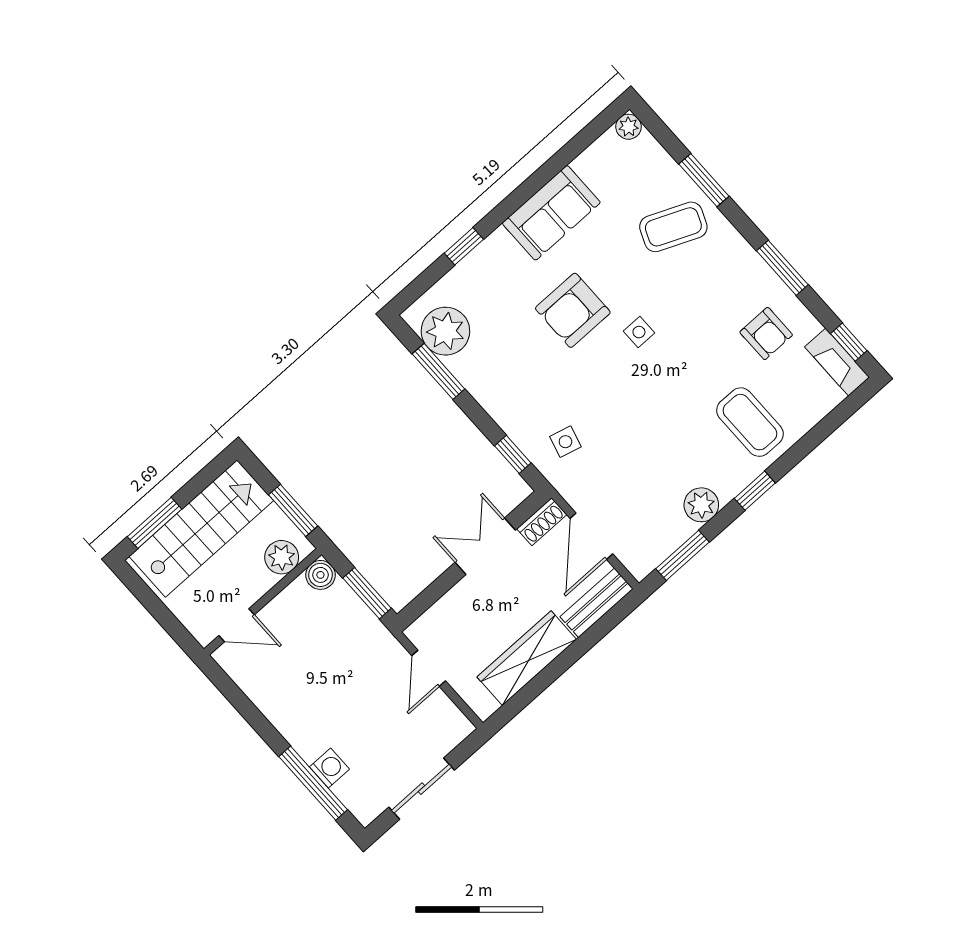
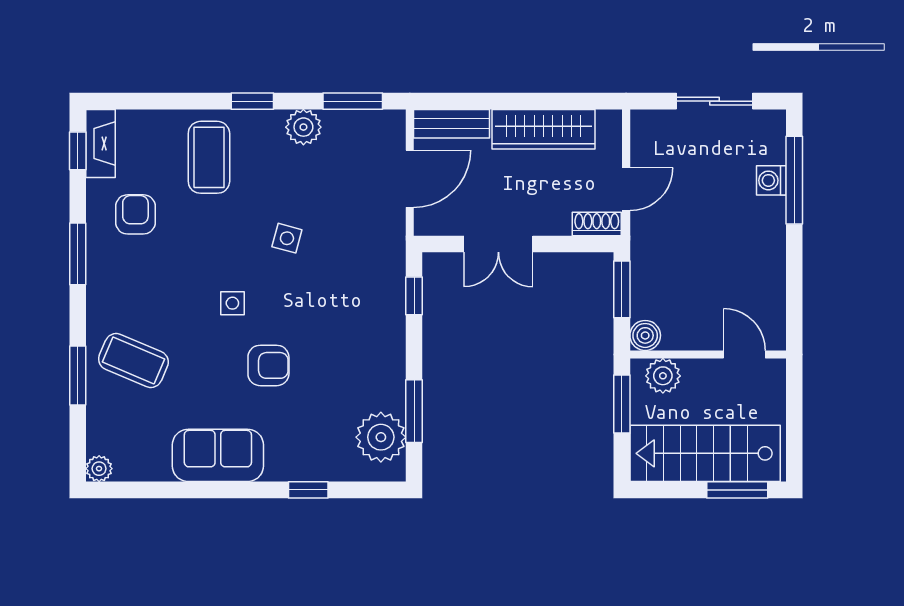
armchair: (573, 310) -> (268, 365), width x0.72, depth x0.72
side table: (565, 442) -> (287, 238), moved
shoe rack: (542, 522) -> (597, 224), moved

